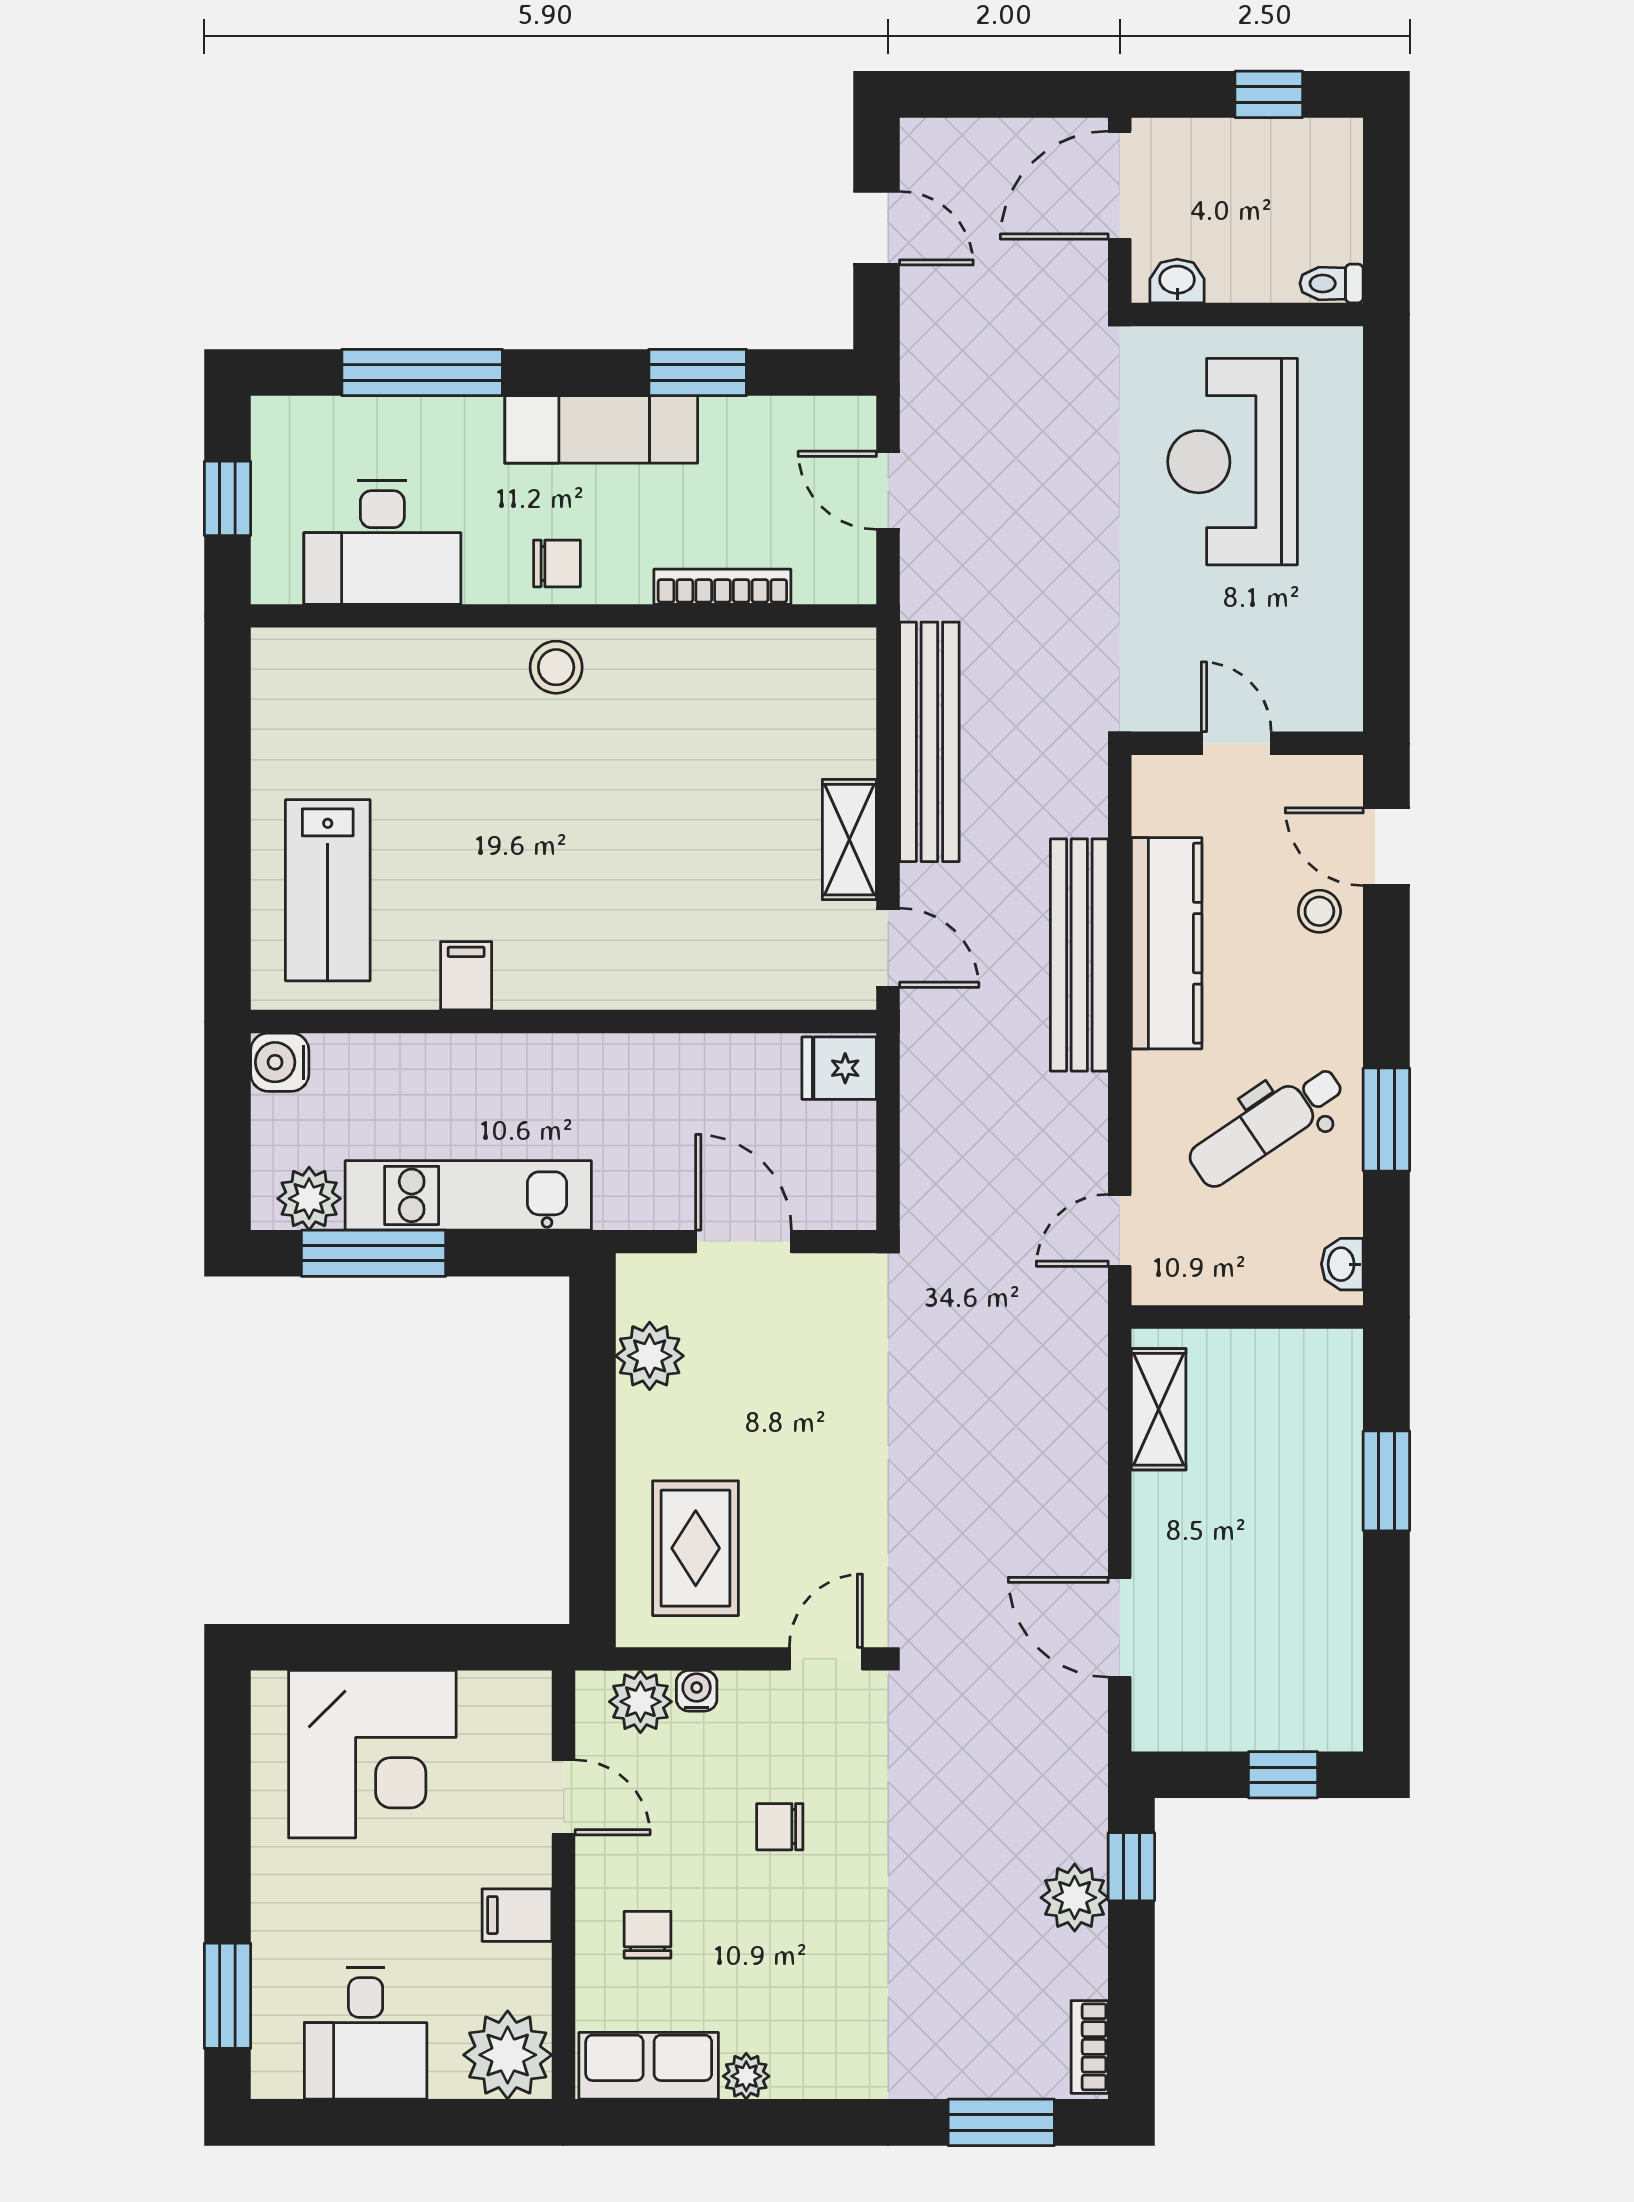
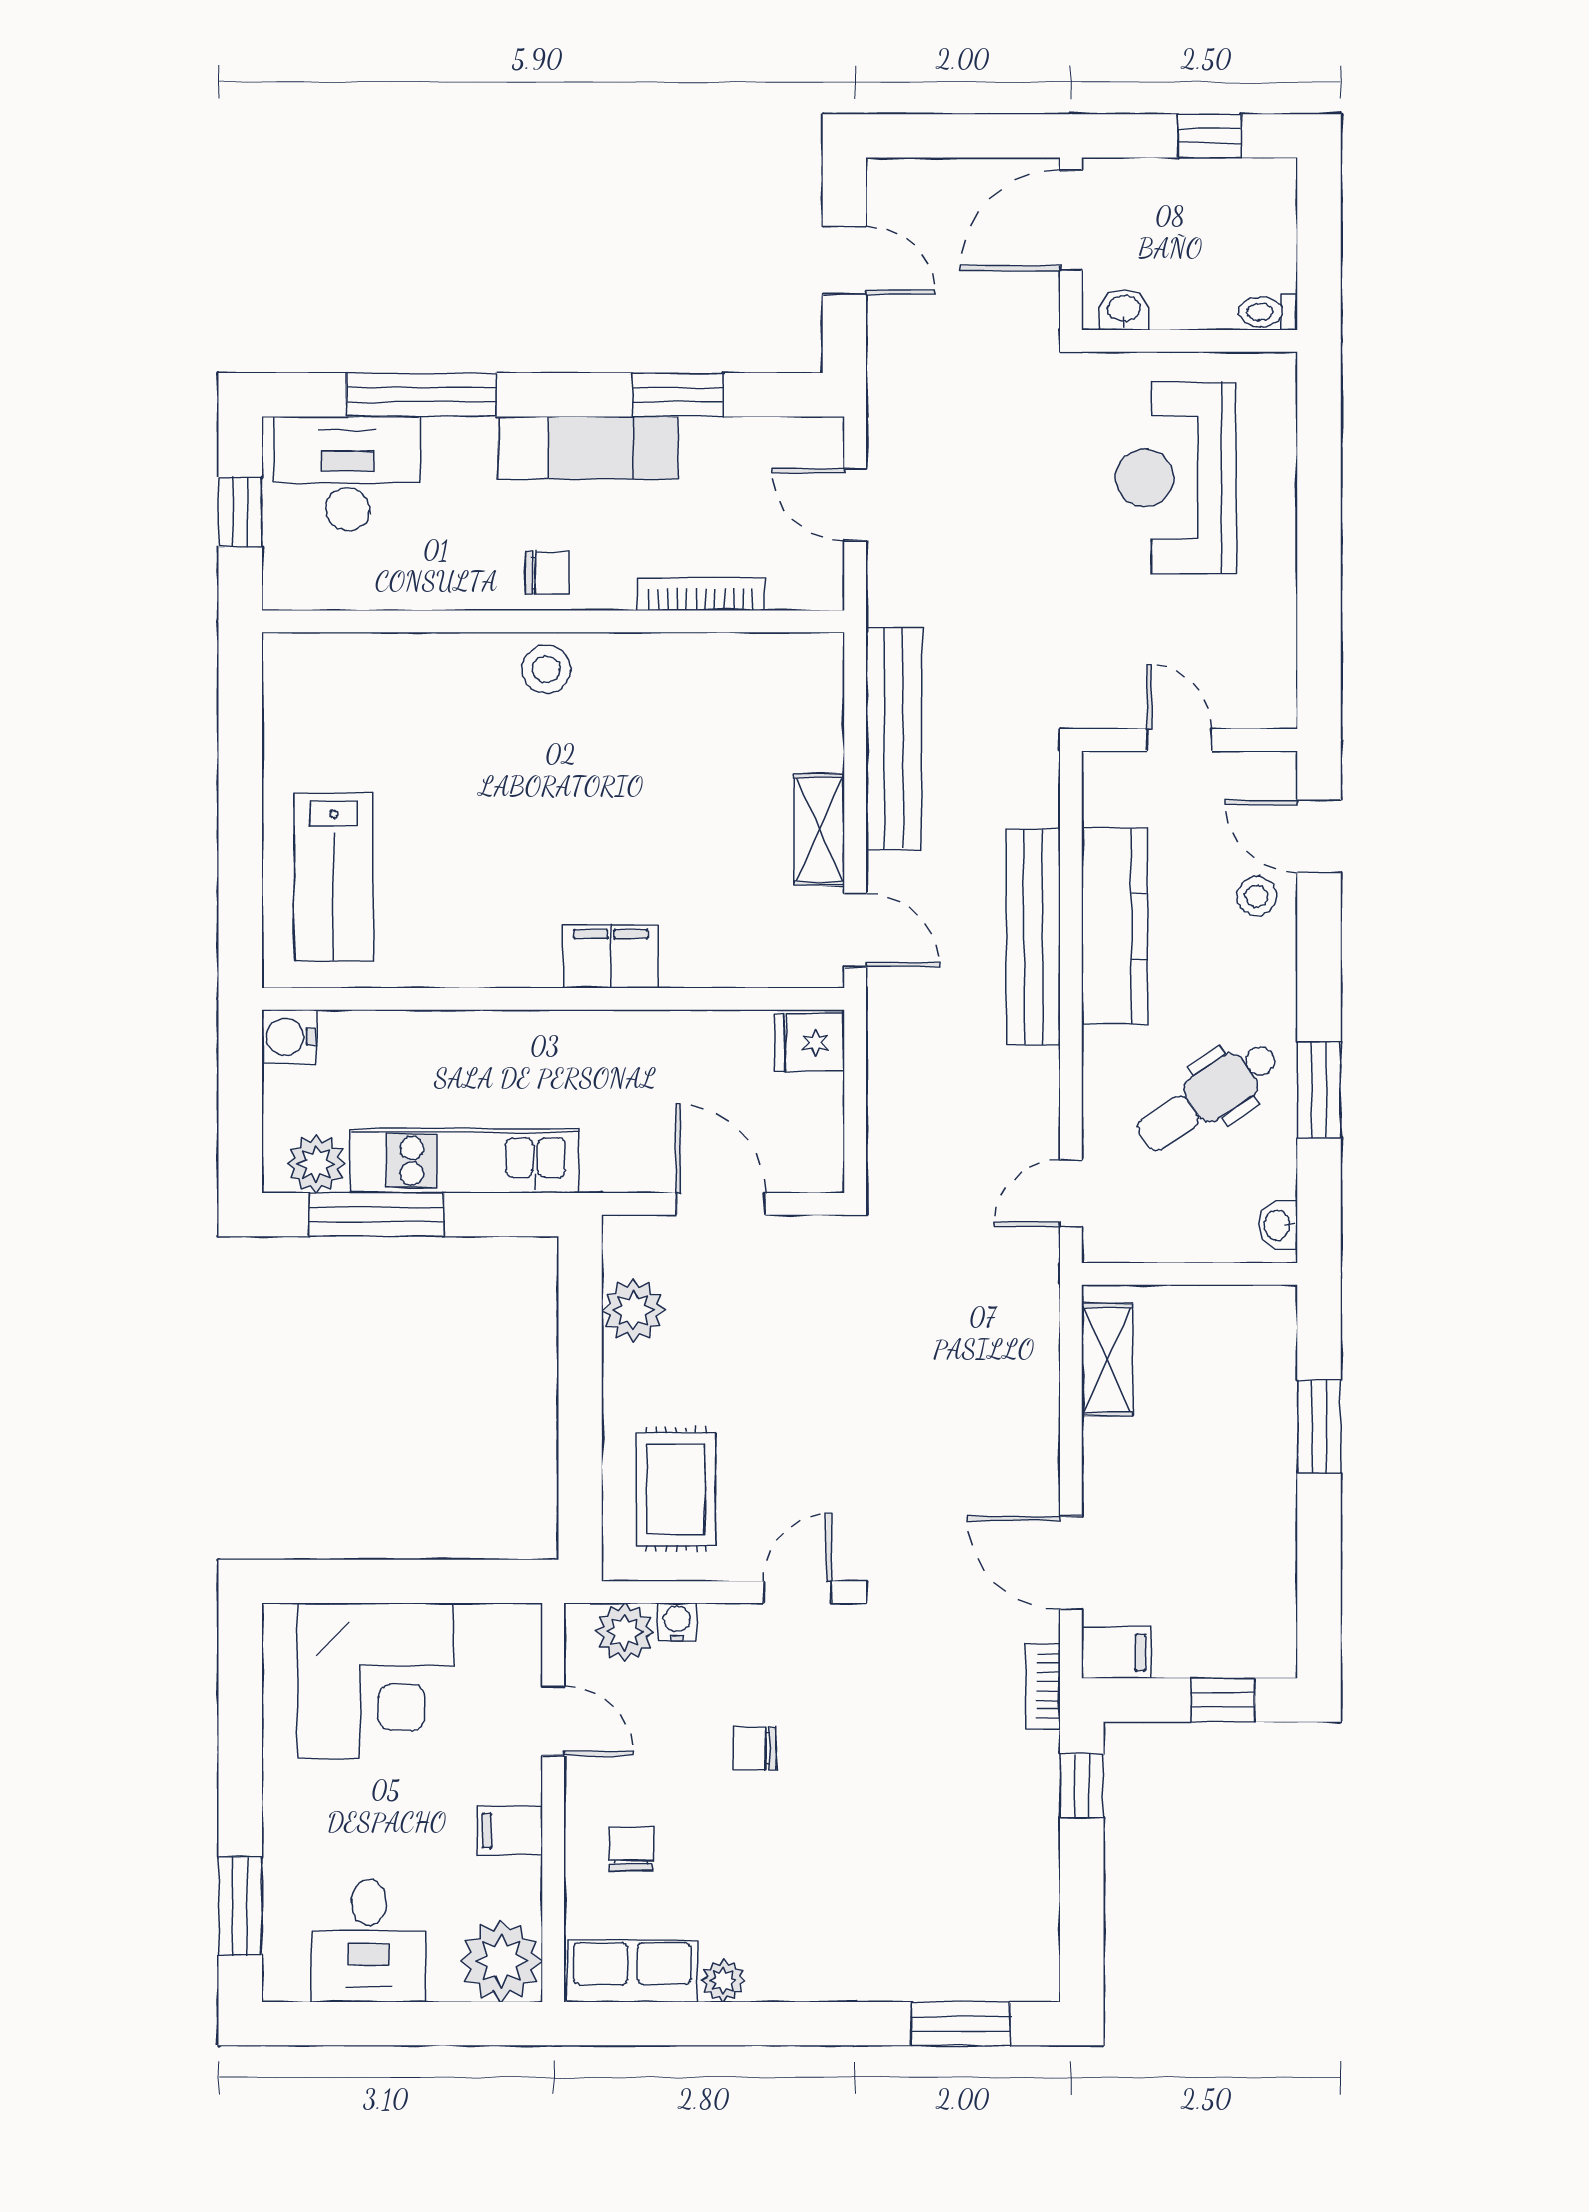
desk: (382, 543) -> (347, 474), moved, turned 180
filing cabinet: (466, 976) -> (611, 956), moved, width x2.00
filing cabinet: (1169, 1724) -> (1116, 1653), added
plant: (1075, 1898) -> (1029, 1814), removed
bookcase: (1090, 2047) -> (1043, 1686), moved

